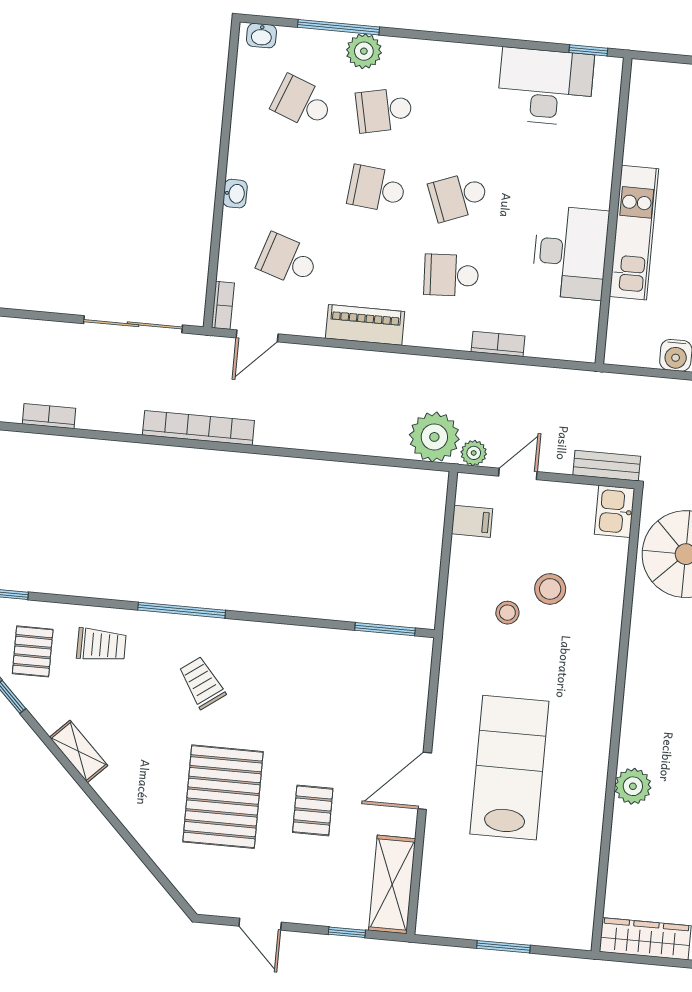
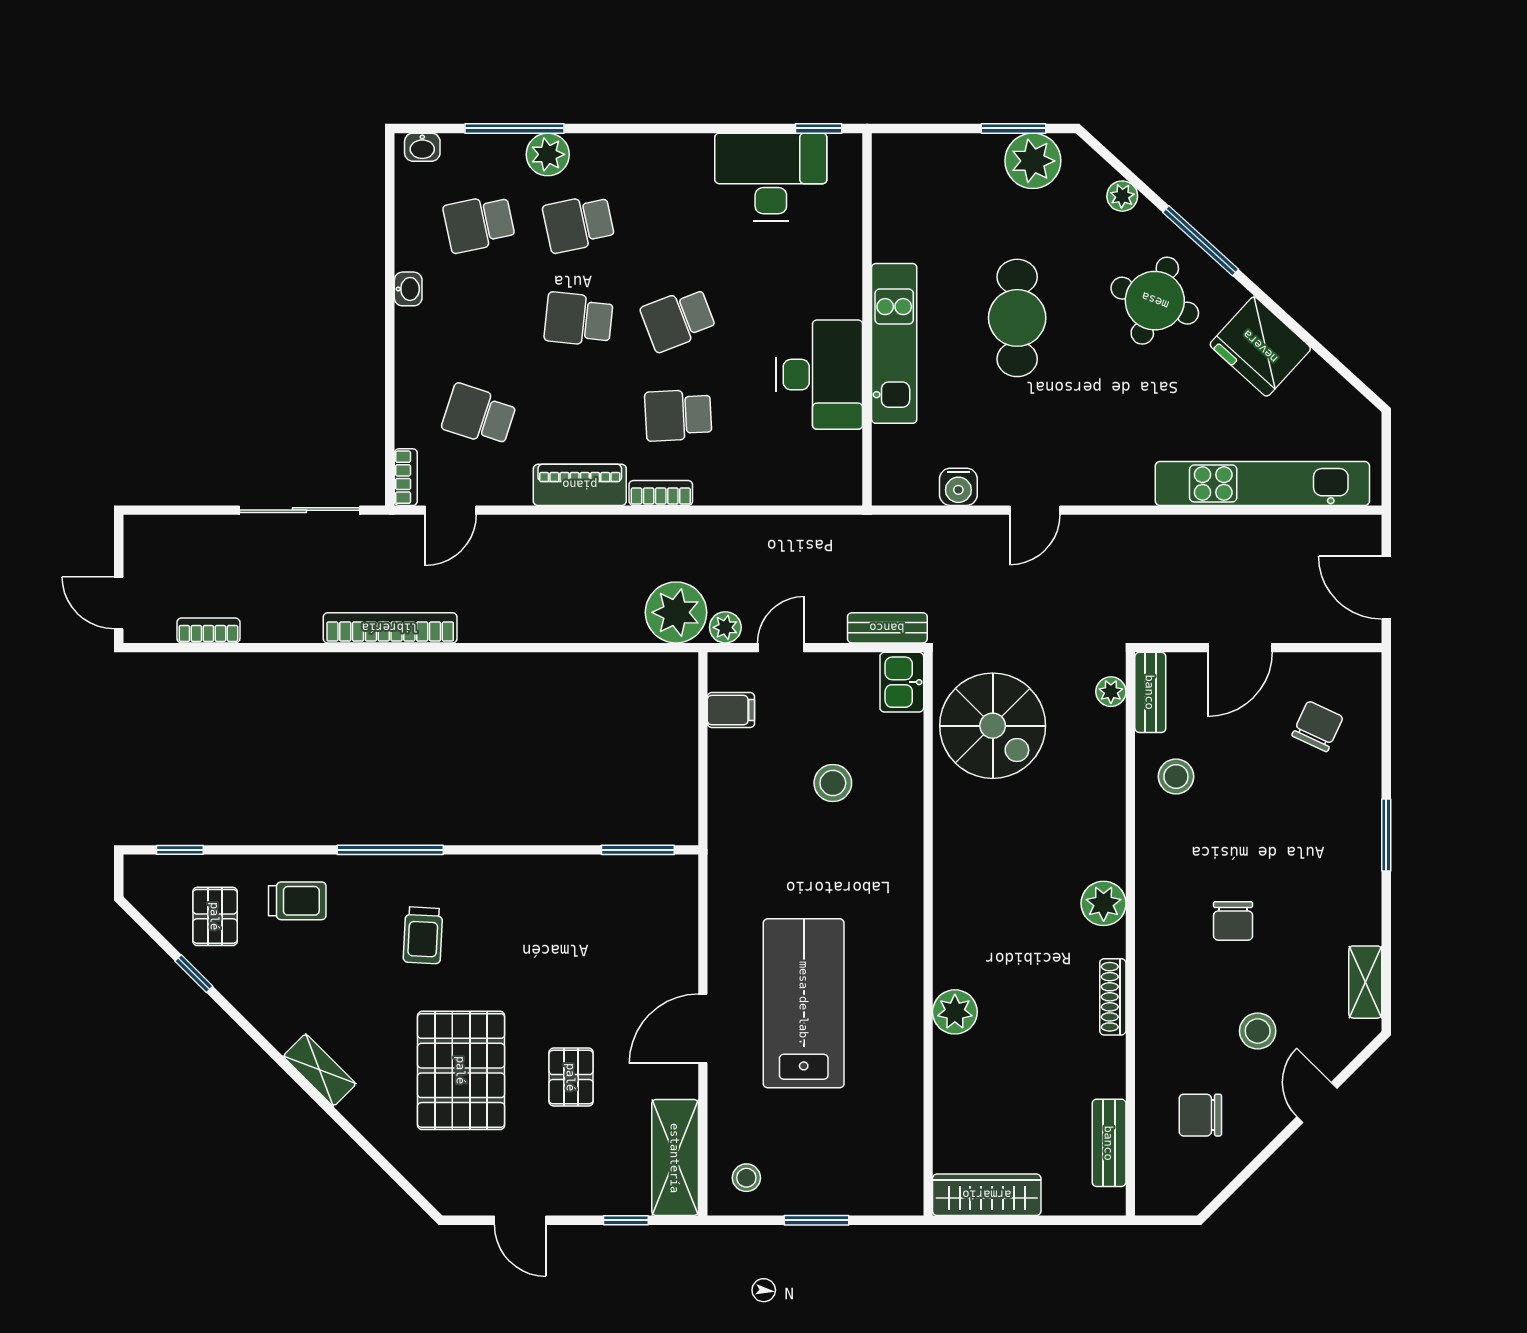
school desk: (302, 103) -> (479, 223), turned -33
washbasin: (235, 194) -> (408, 289), moved
bookcase: (498, 344) -> (661, 493), moved
stool: (507, 613) -> (746, 1178), moved
trolley: (202, 683) -> (423, 935), turned -141
shelving: (79, 751) -> (320, 1070), moved

